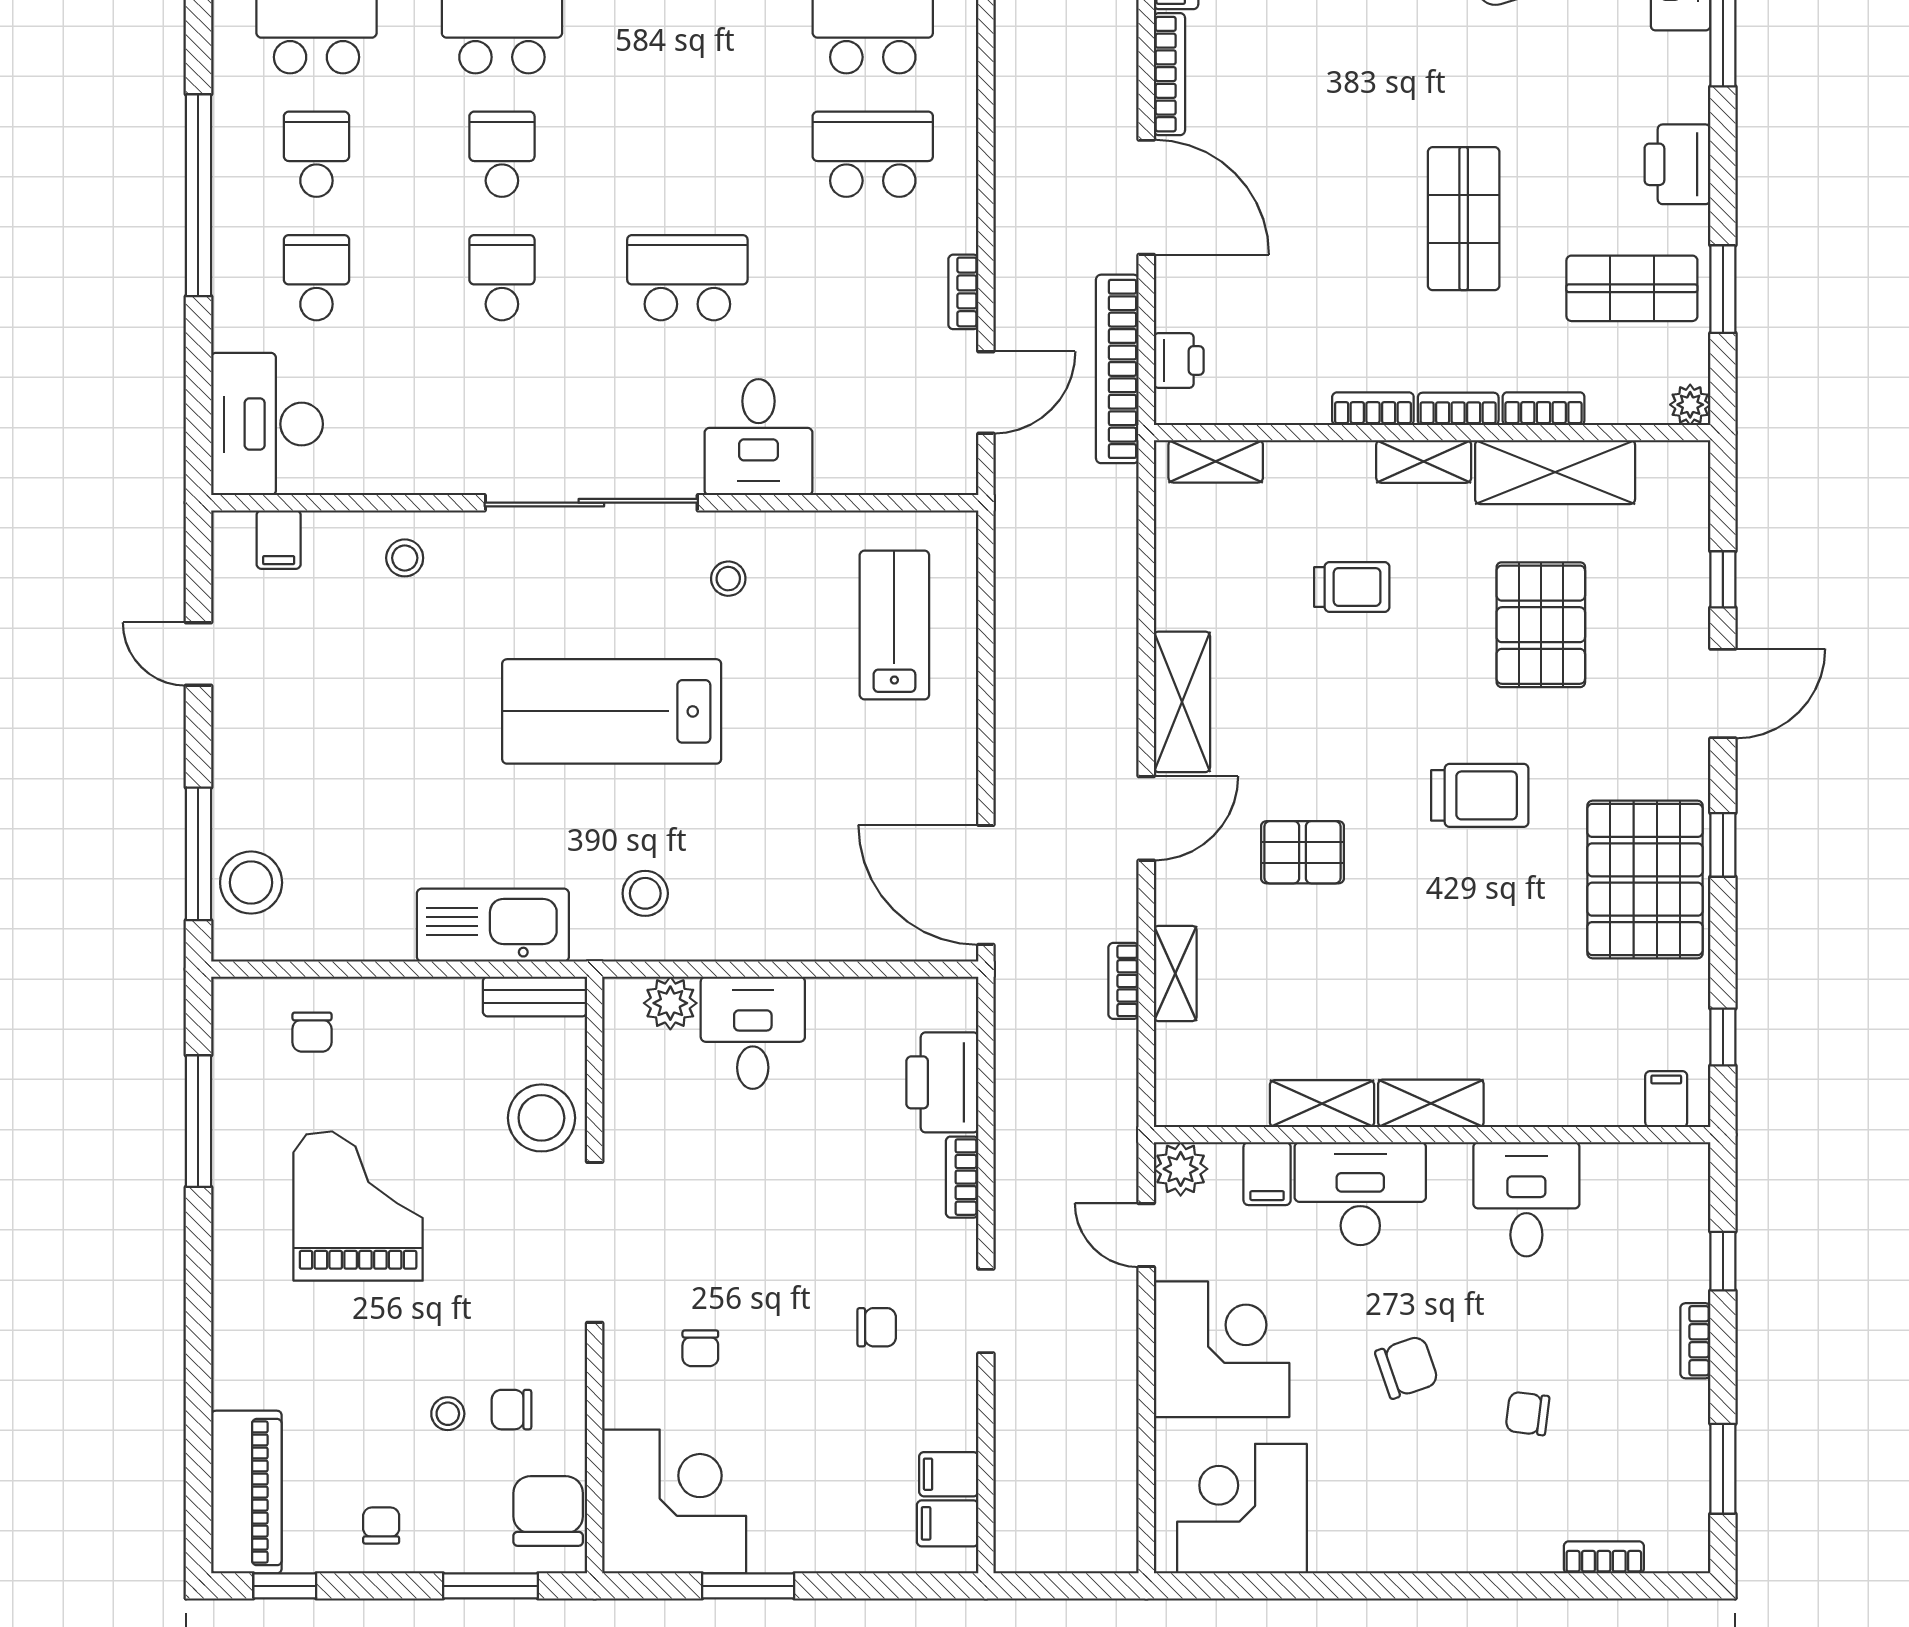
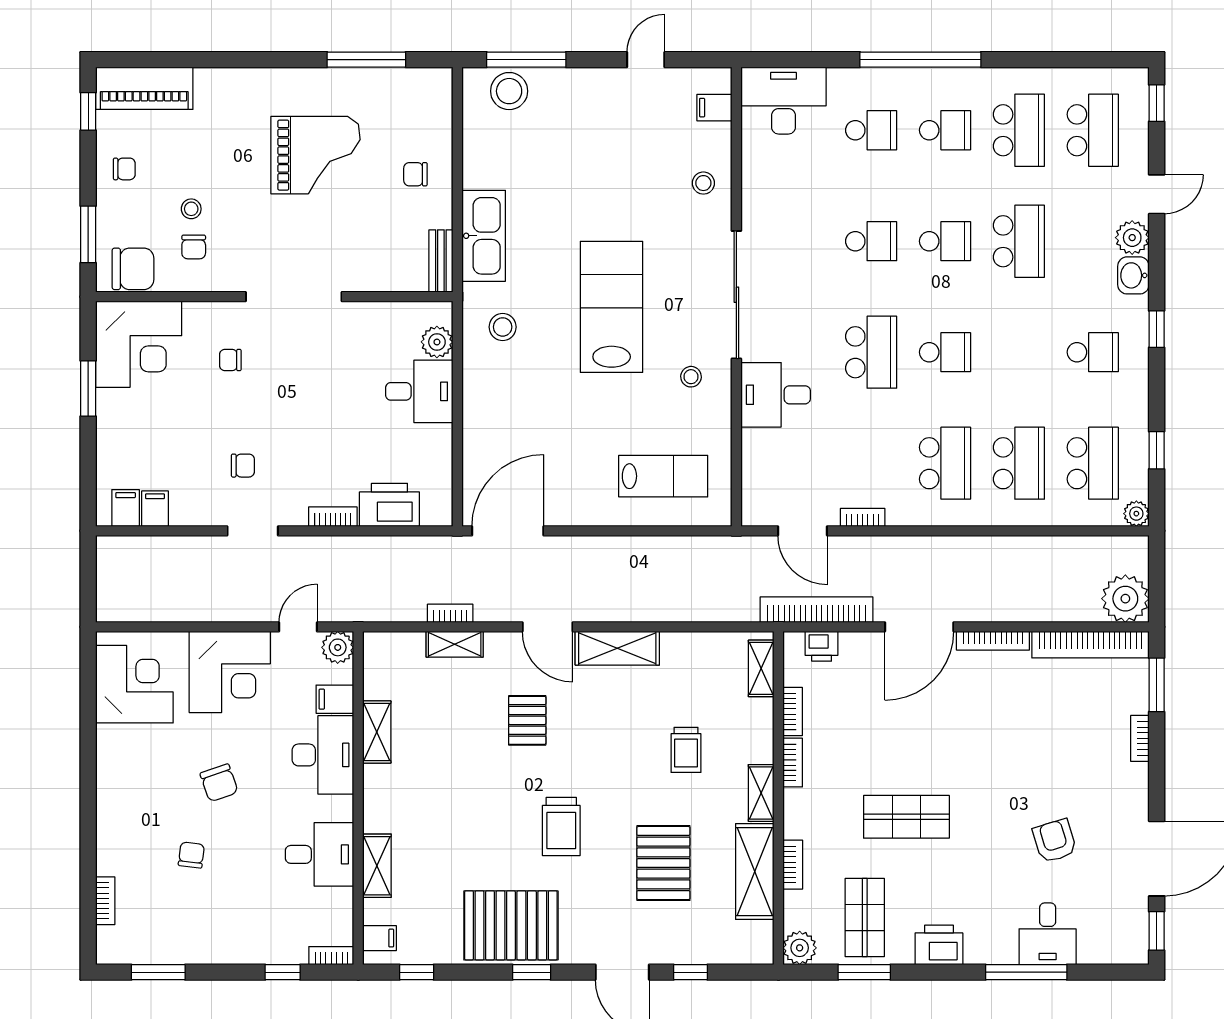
school desk: (687, 154) -> (945, 352), added
plant: (1690, 405) -> (800, 948), width x1.38, depth x1.38
bookcase: (1458, 409) -> (793, 712), moved
pallet: (1541, 625) -> (663, 863), turned 90
chair: (312, 1032) -> (415, 174), moved
shelving: (1431, 1103) -> (377, 866), moved
stool: (541, 1118) -> (368, 265), removed
chair: (877, 1327) -> (243, 466), turned -90
bookcase: (1695, 1341) -> (331, 956), moved
chair: (512, 1410) -> (194, 247), turned 180

